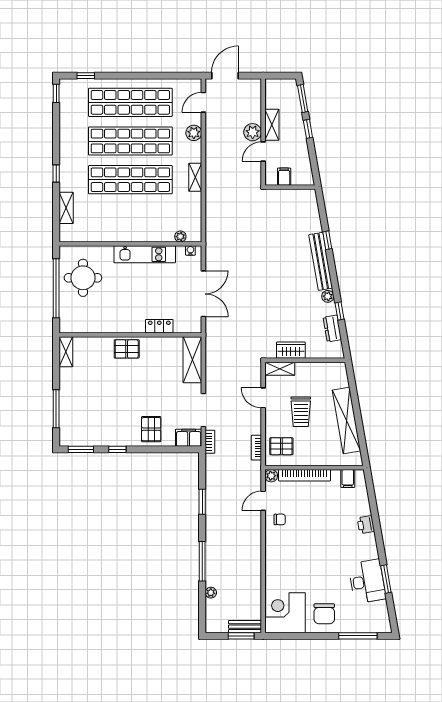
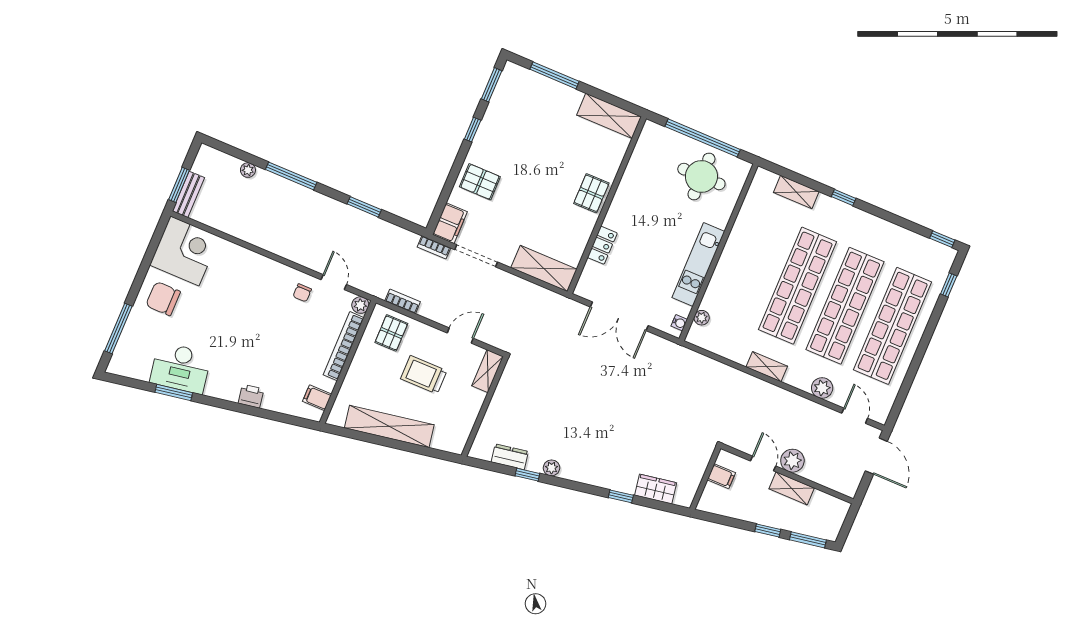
bench: (321, 261) -> (598, 477), removed
wardrobe: (291, 350) -> (656, 489), moved, turned -100
shelving: (66, 352) -> (609, 116), width x1.50, depth x1.33

